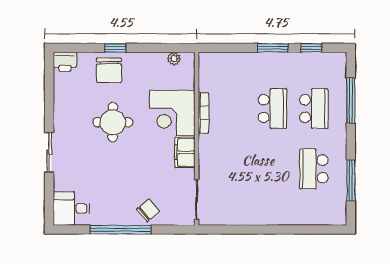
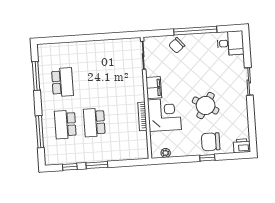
chair: (109, 70) -> (211, 142), turned -90
round table: (113, 122) -> (206, 106), turned 31

